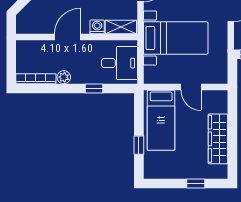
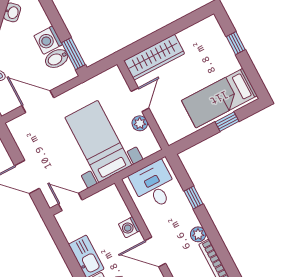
shelving: (121, 27) -> (116, 203), removed
plant: (173, 77) -> (140, 123), added
bed: (161, 120) -> (219, 98), moved, turned 180
wardrobe: (218, 139) -> (154, 57), moved

